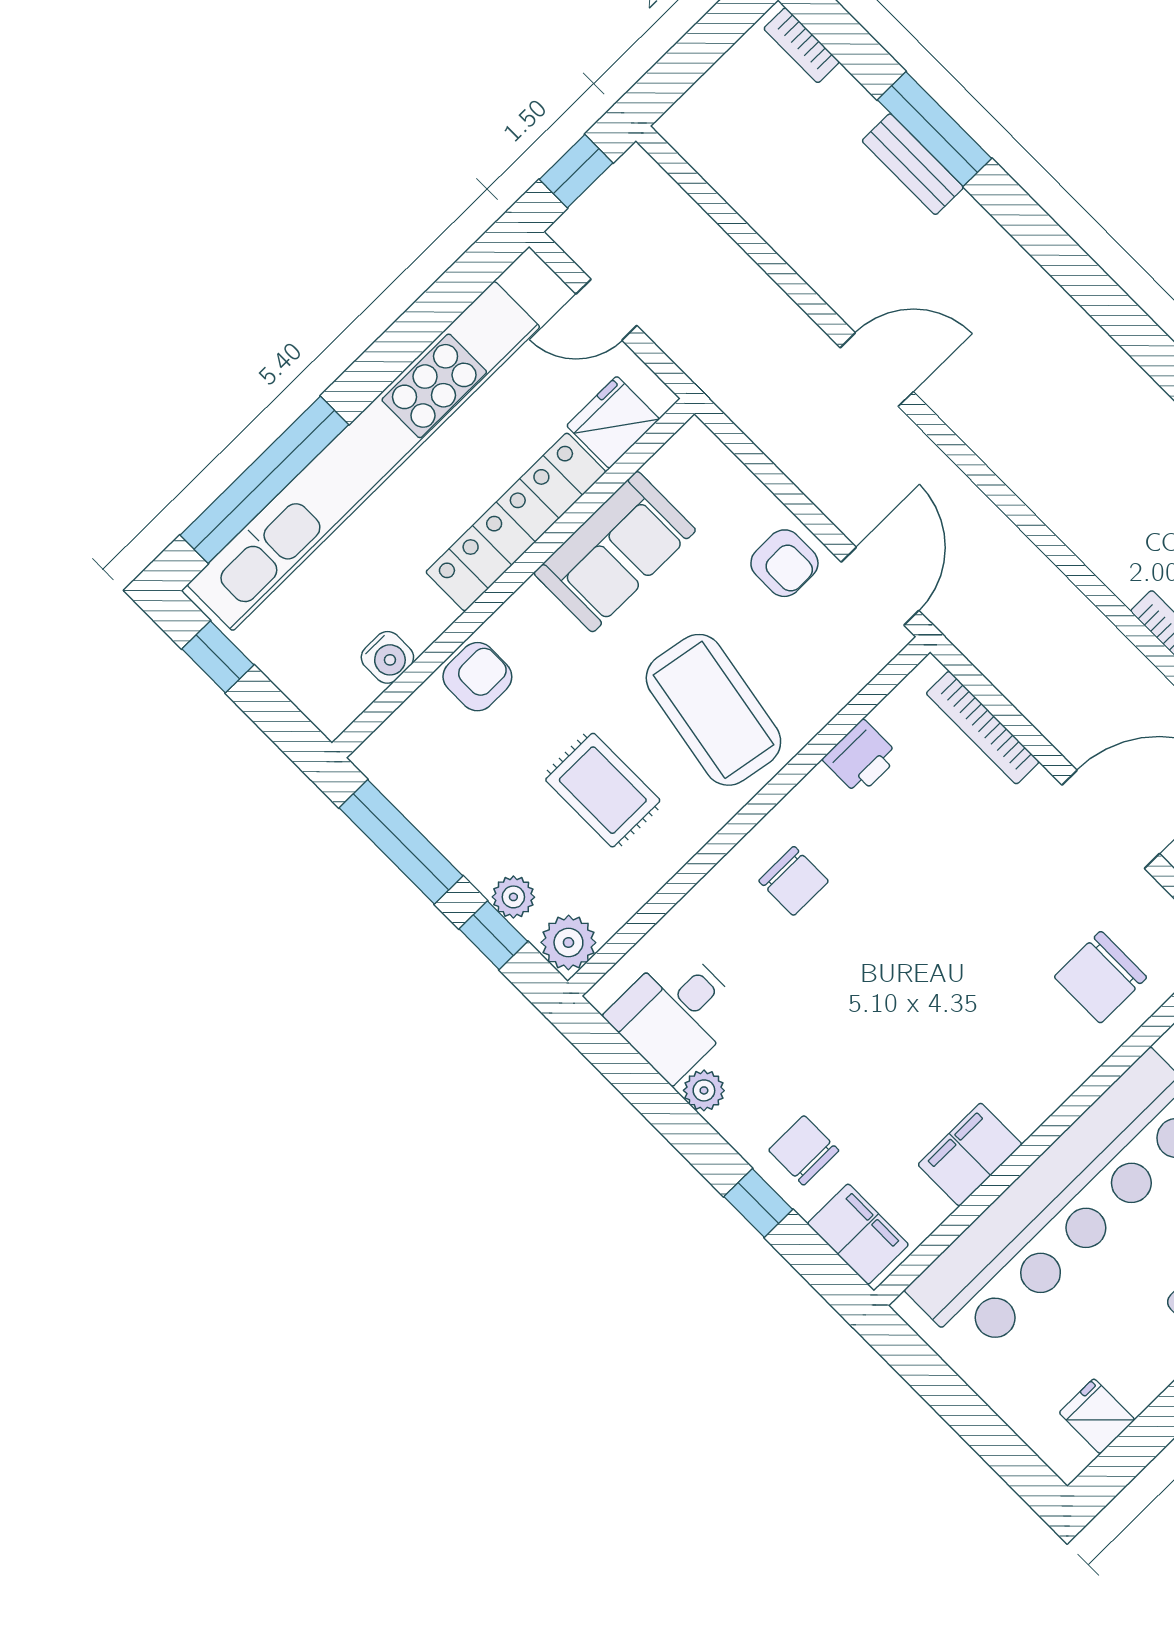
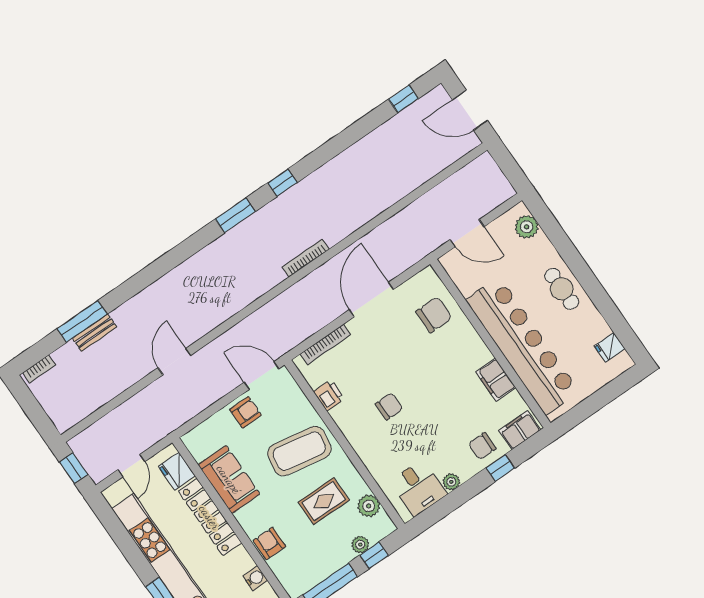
chair: (794, 881) -> (389, 406), moved
plant: (568, 943) -> (369, 506), moved
chair: (1101, 977) -> (434, 315), turned -90

